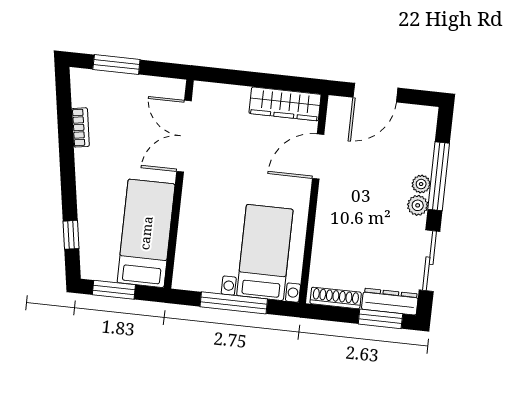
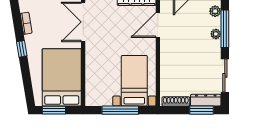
plant: (418, 205) -> (215, 11), moved
bed: (146, 233) -> (62, 77), width x1.50
window: (71, 235) -> (22, 49), moved

